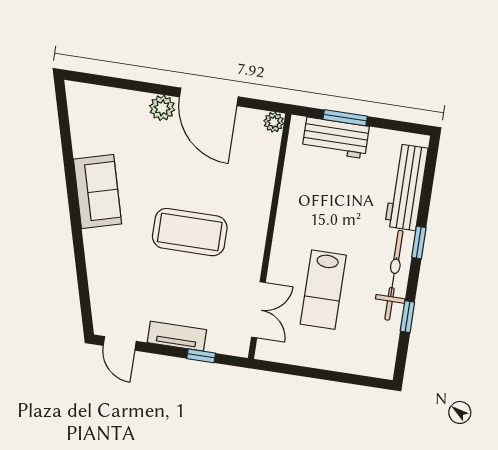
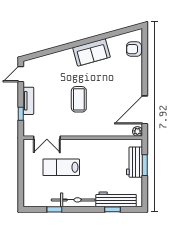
door: (209, 97) -> (145, 110), moved
armchair: (104, 103) -> (134, 49), added
plant: (162, 108) -> (136, 77), removed
coffee table: (190, 232) -> (79, 99), width x0.73, depth x0.76
window: (419, 243) -> (112, 209), moved

